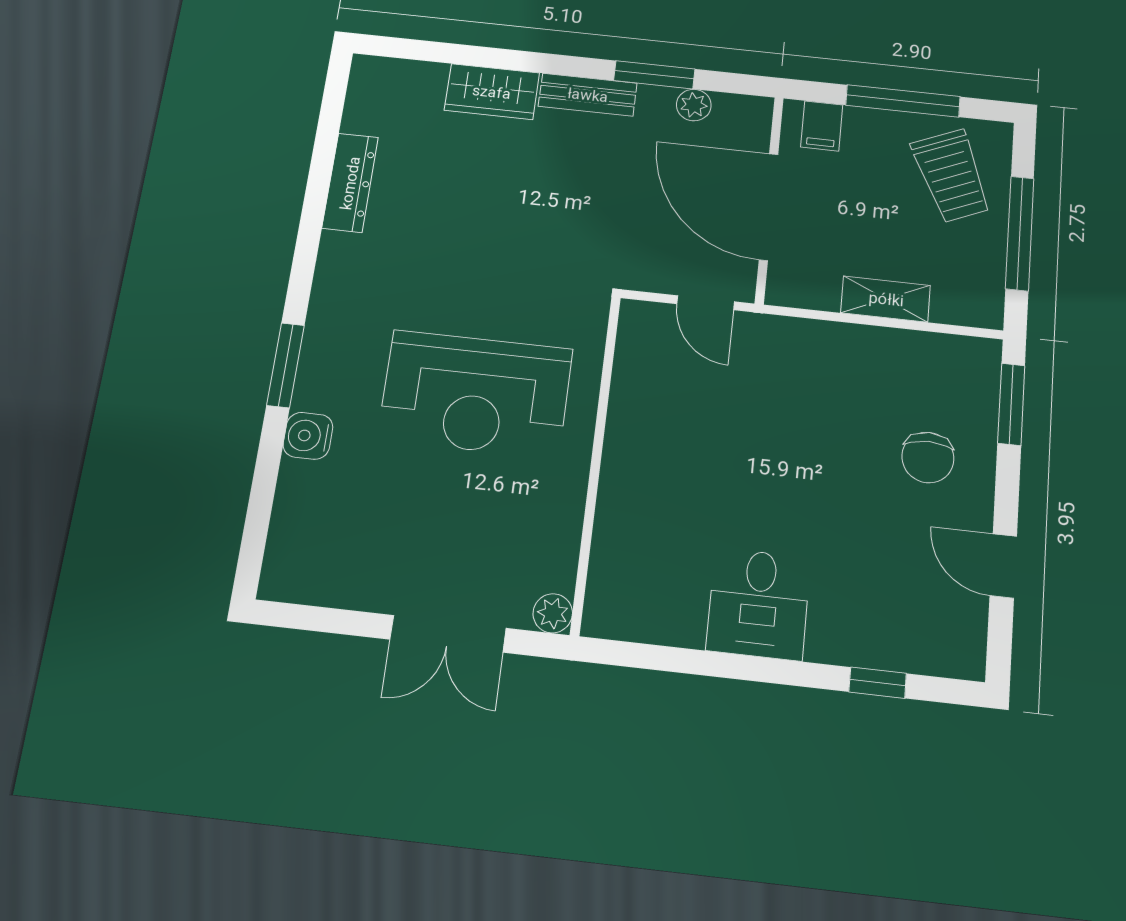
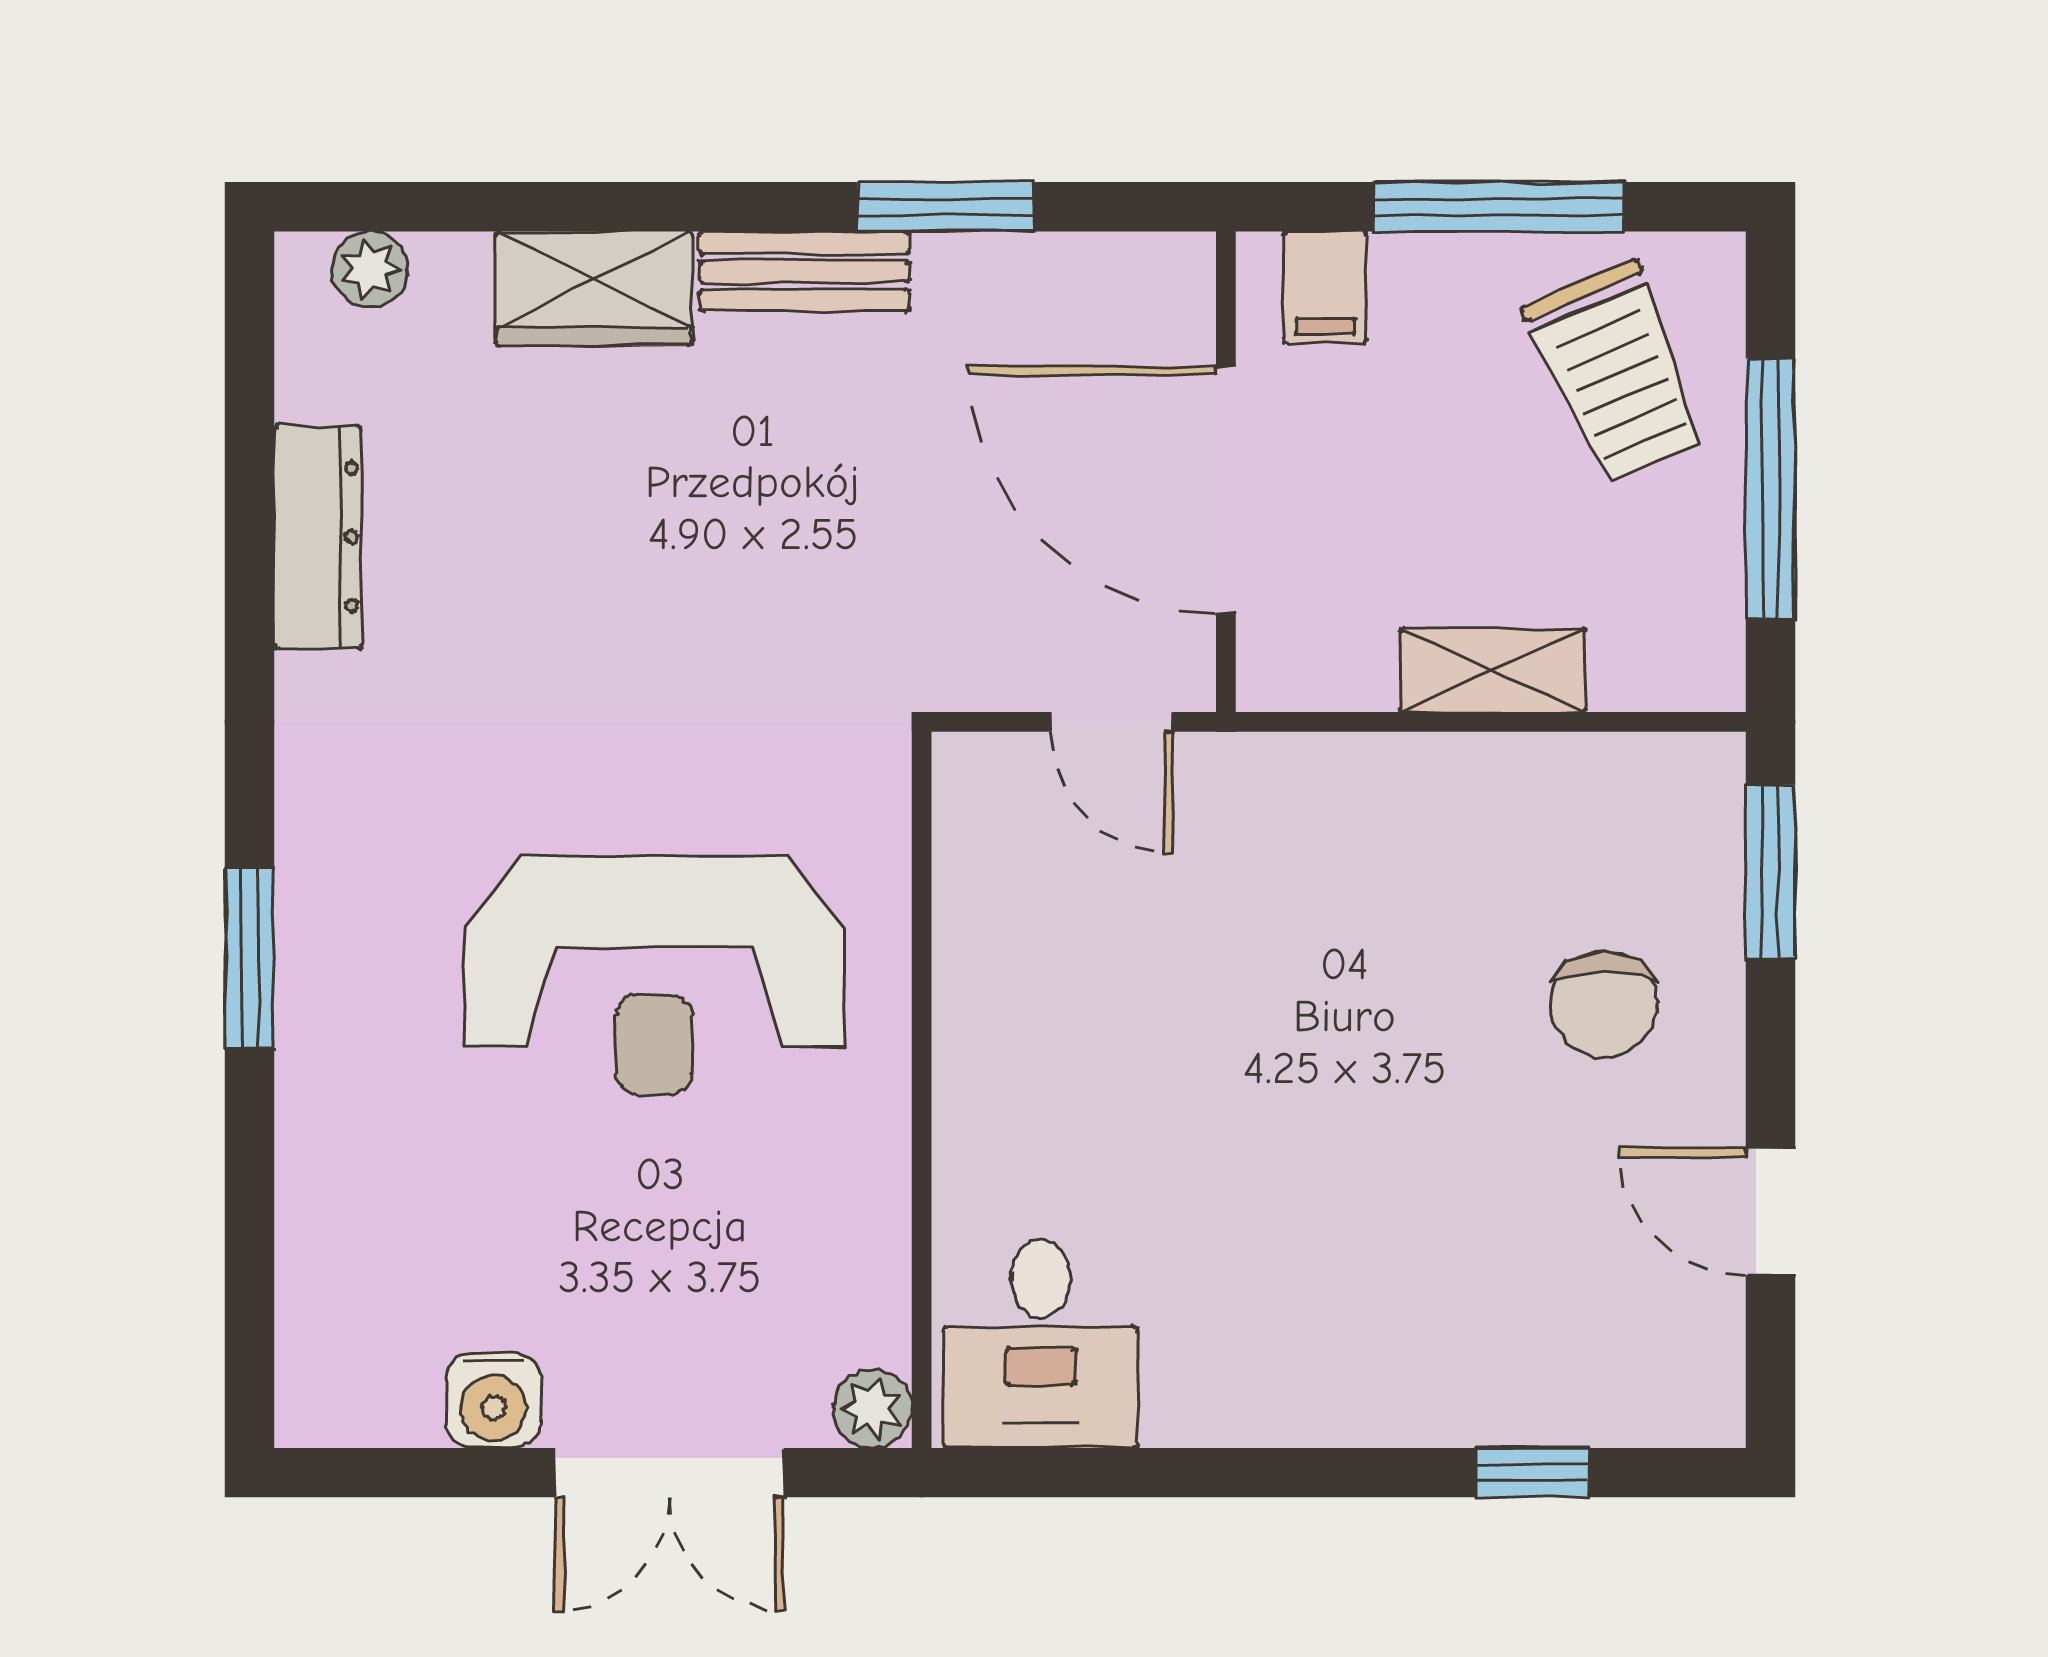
plant: (694, 105) -> (370, 269), moved
water cooler: (308, 436) -> (493, 1400), moved, turned -90
desk: (758, 604) -> (1041, 1343), moved

